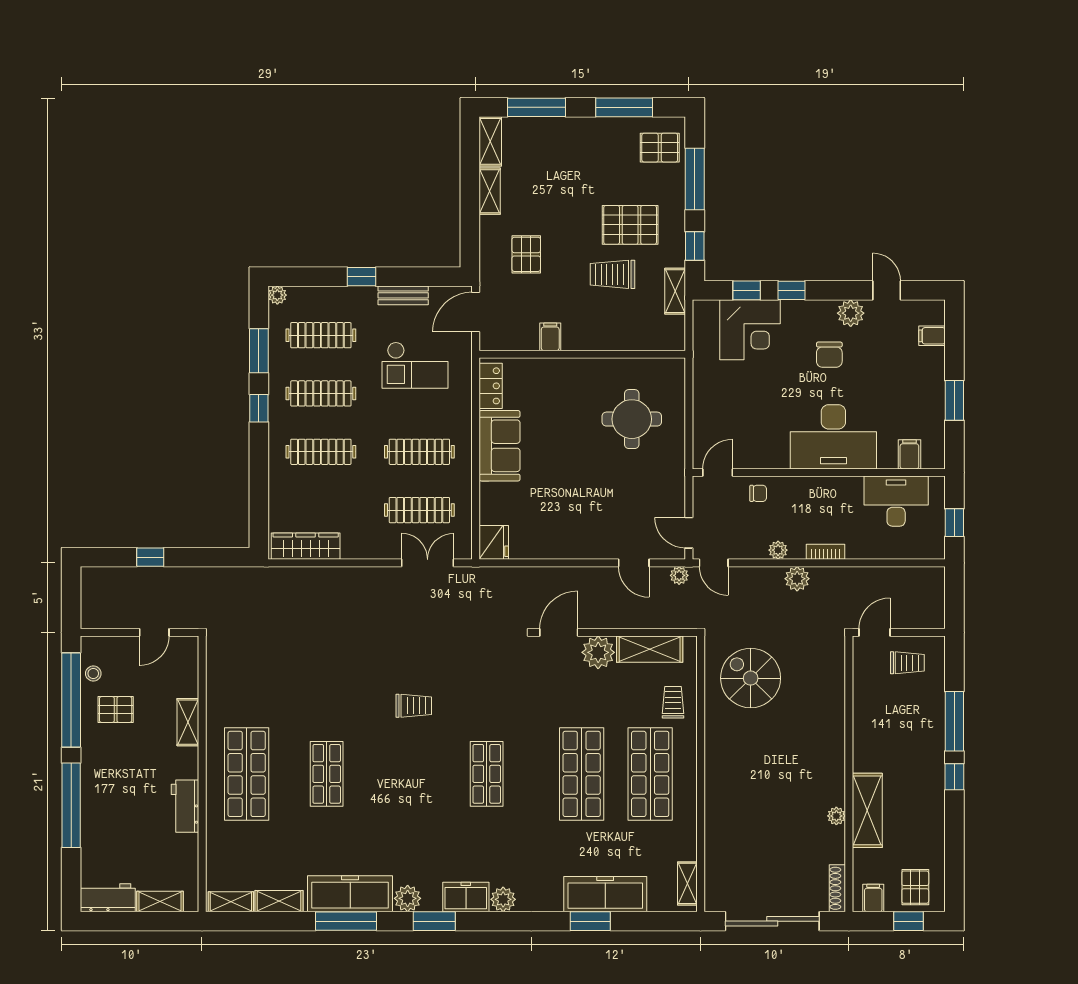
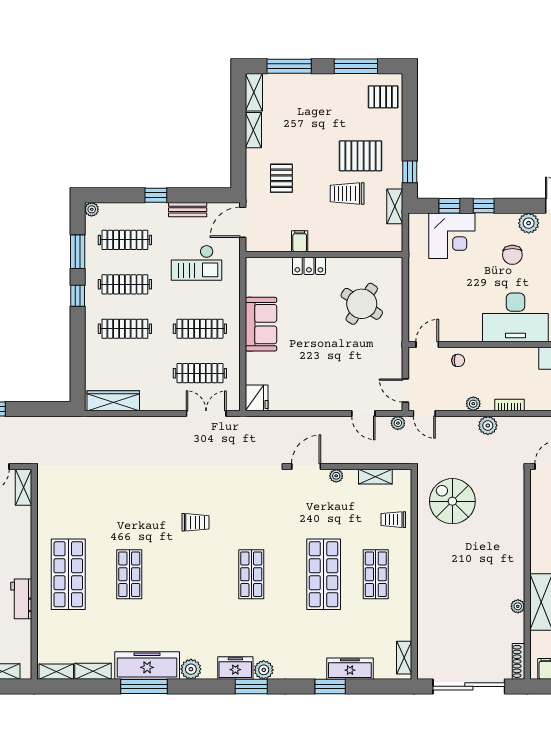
window: (695, 179) -> (410, 121), removed
locker: (491, 386) -> (309, 266), moved, turned 90
round table: (632, 419) -> (362, 304), turned 33
shelving: (650, 649) -> (375, 477), width x0.67, depth x0.75
plant: (598, 652) -> (336, 476), width x0.53, depth x0.53
trolley: (673, 702) -> (393, 520), turned -90
shelving: (188, 722) -> (23, 487), moved
shop shelf: (650, 774) -> (376, 574), width x0.70, depth x0.74
freezer: (605, 894) -> (350, 669), width x0.73, depth x0.79
window: (434, 921) -> (251, 686), moved

